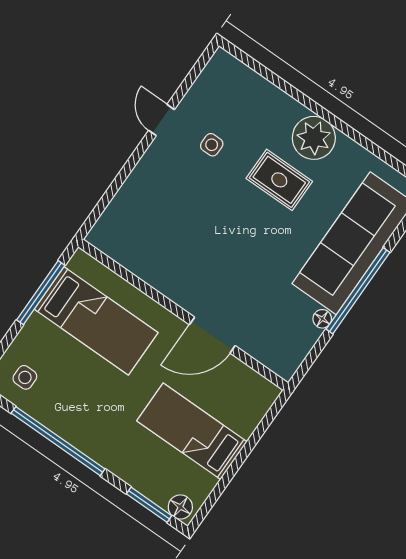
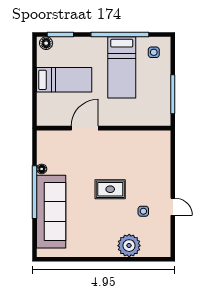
plant: (314, 138) -> (129, 246), moved
rug: (279, 180) -> (110, 189), moved
bed: (96, 321) -> (122, 67), moved, turned -90

